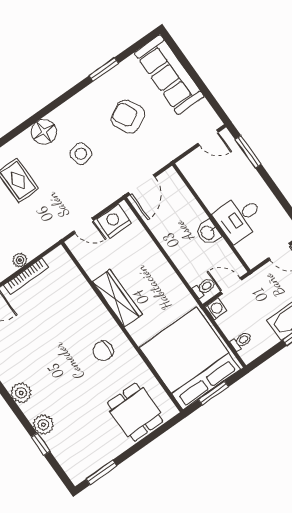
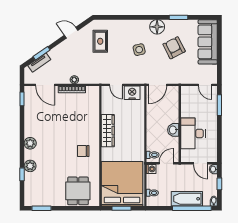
floor lamp: (44, 132) -> (157, 27), moved
desk: (239, 218) -> (193, 133), width x1.37
door: (231, 286) -> (166, 163), hinge flipped

